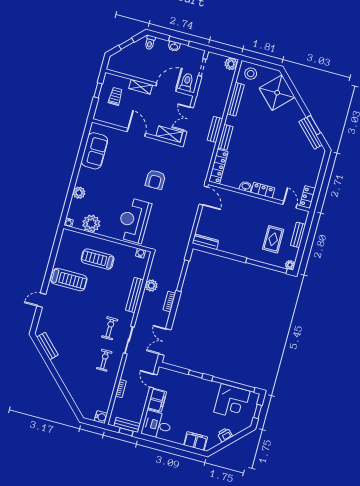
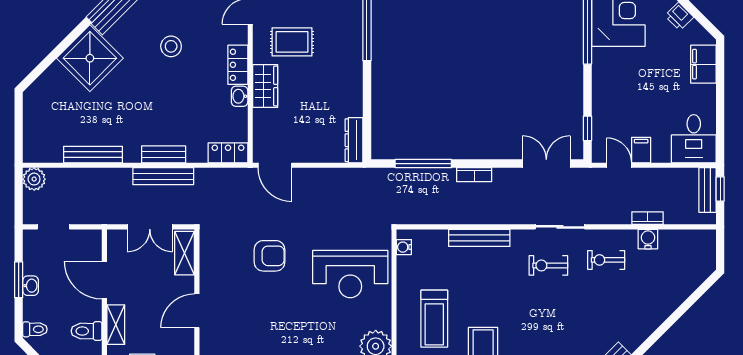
stool: (251, 74) -> (171, 46), moved
toilet: (187, 82) -> (87, 331), moved
shower: (277, 93) -> (90, 58), moved
bench: (215, 129) -> (163, 176), width x1.36
locker: (218, 167) -> (228, 153), width x0.66
door: (203, 196) -> (275, 165), swing flipped
wardrobe: (247, 202) -> (265, 86), added
rug: (273, 239) -> (292, 42), moved
plant: (151, 286) -> (455, 213), removed
double door: (165, 342) -> (546, 164), swing flipped
window: (196, 374) -> (587, 128), moved
door: (153, 381) -> (619, 165), swing flipped
filing cabinet: (157, 400) -> (641, 150), width x0.50
water cooler: (101, 417) -> (648, 239), moved

